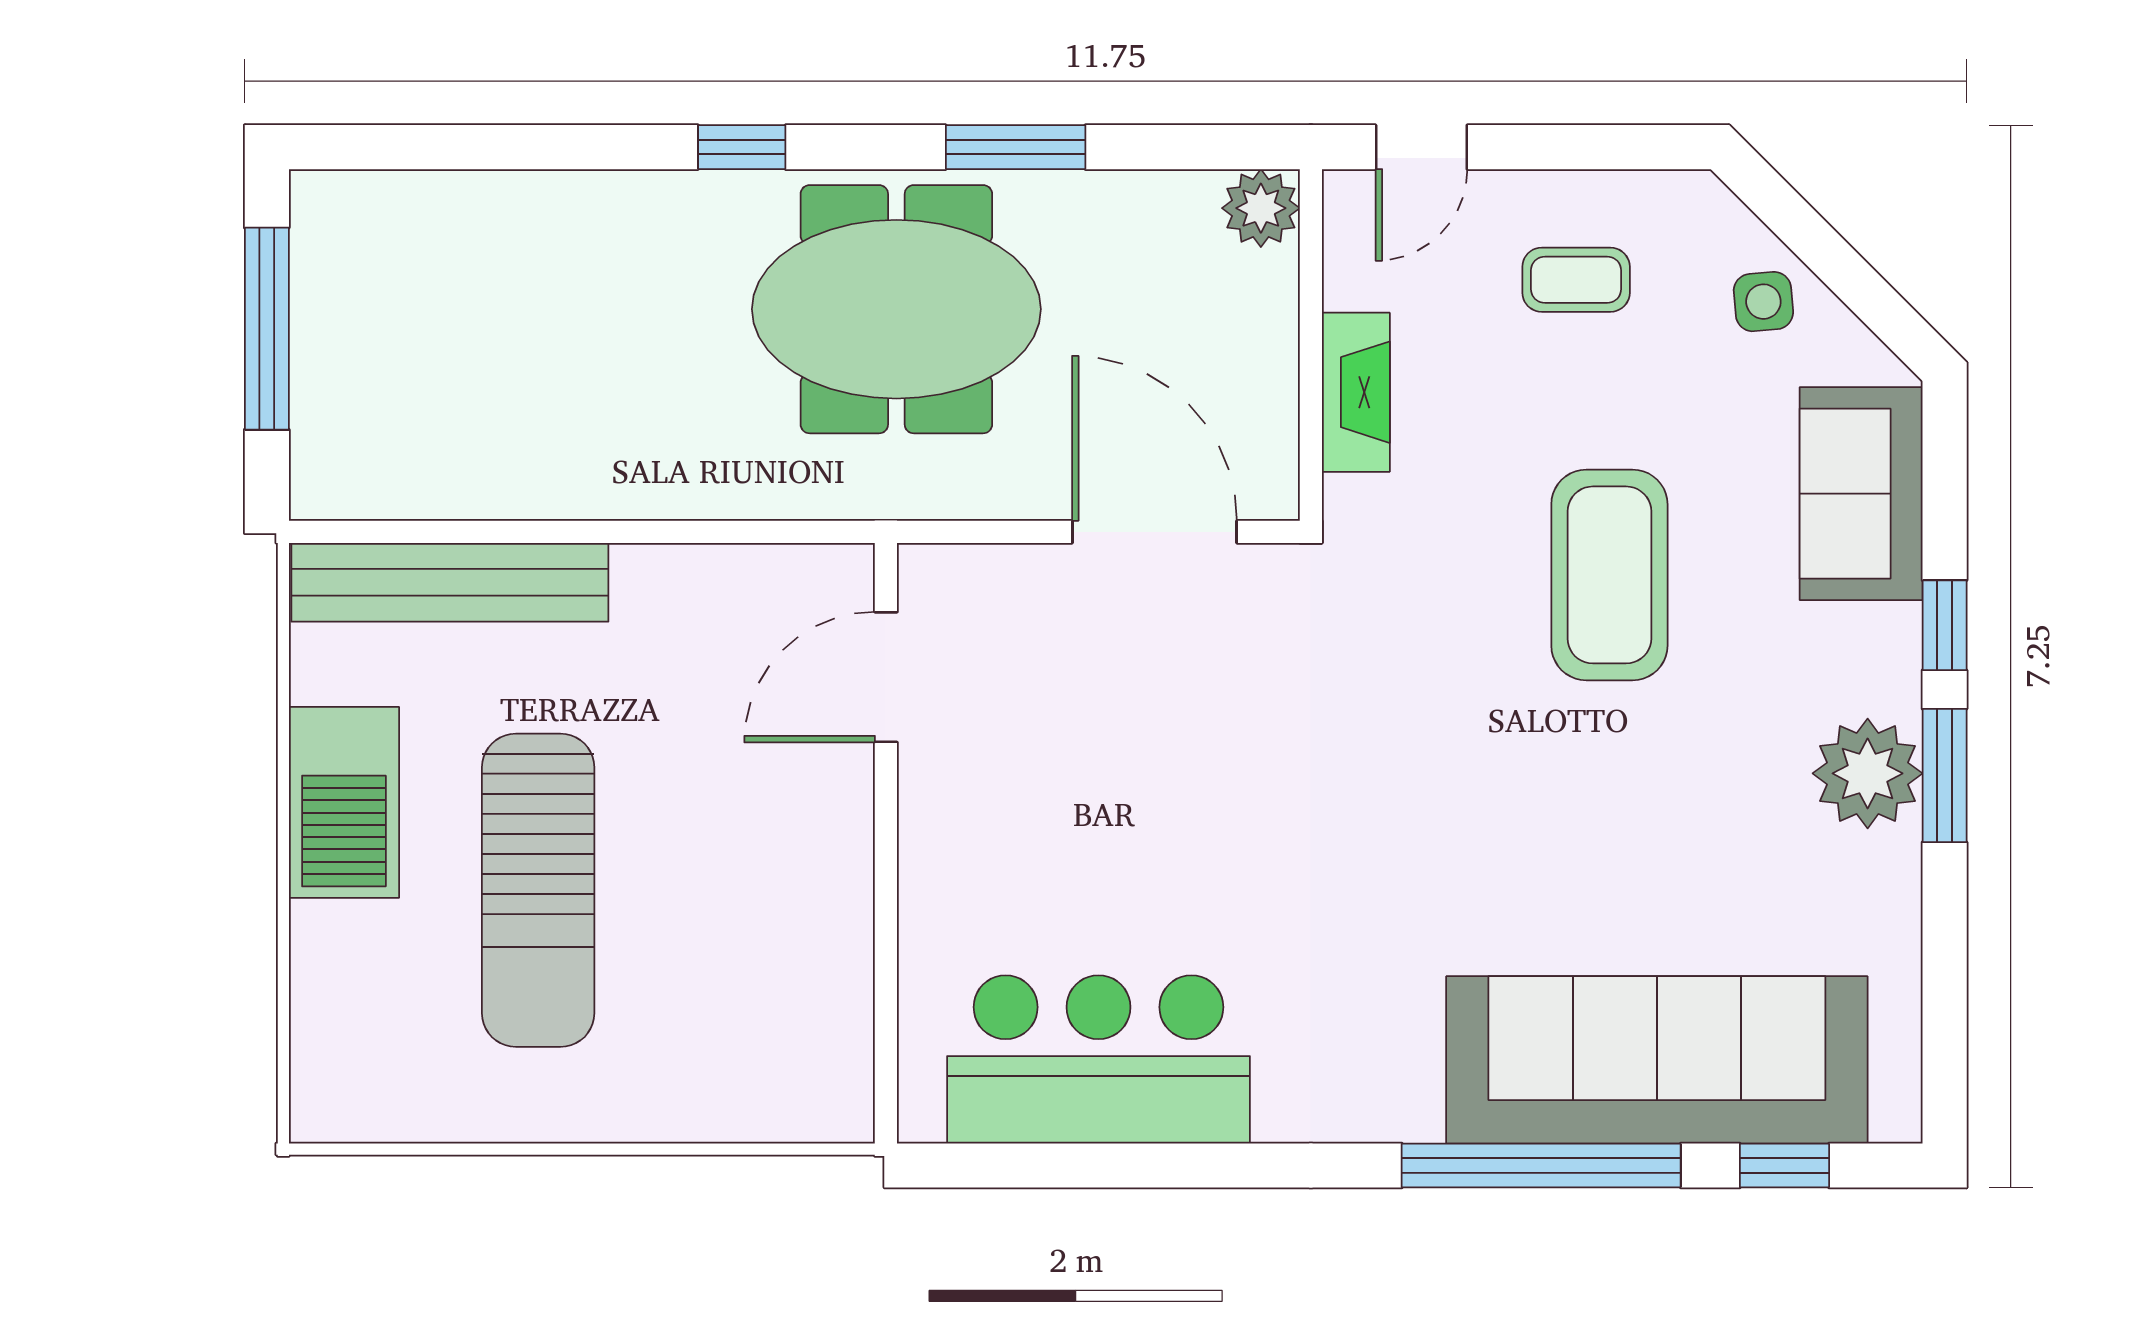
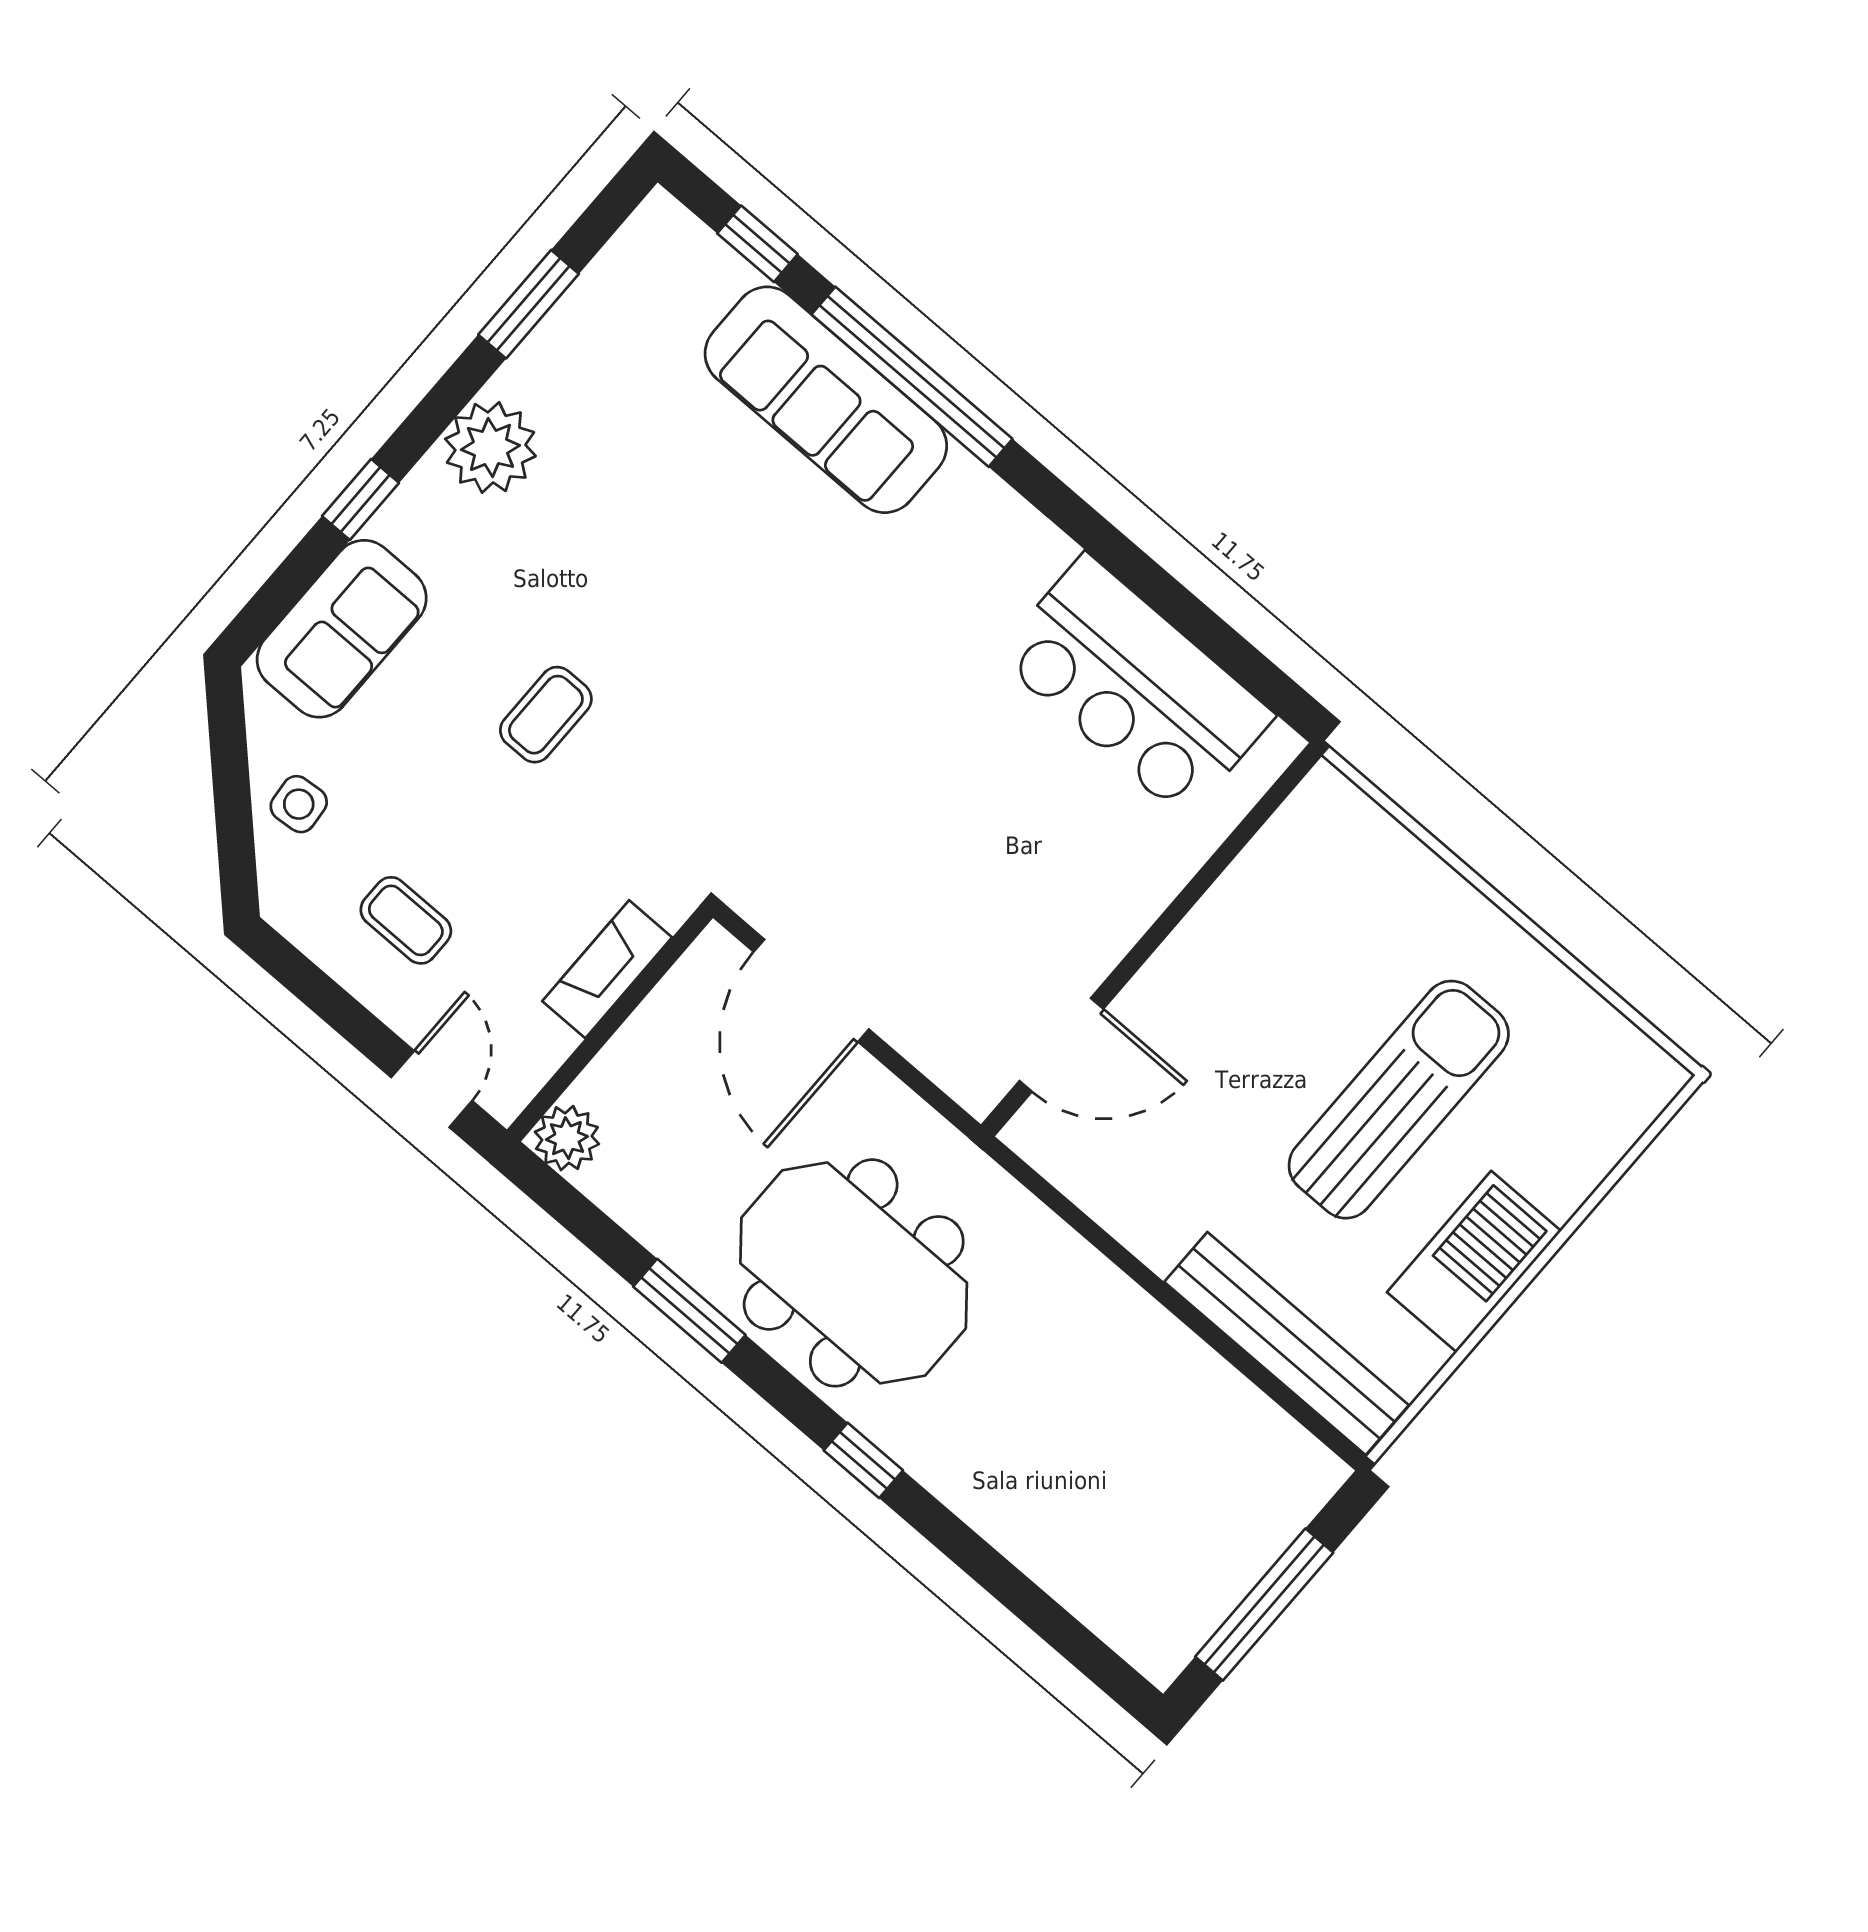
door: (1421, 147) -> (432, 1089), hinge flipped
coffee table: (1609, 575) -> (546, 715), width x0.54, depth x0.58
window: (1945, 776) -> (529, 304), moved
sofa: (1657, 1060) -> (826, 400), width x0.74, depth x0.79

